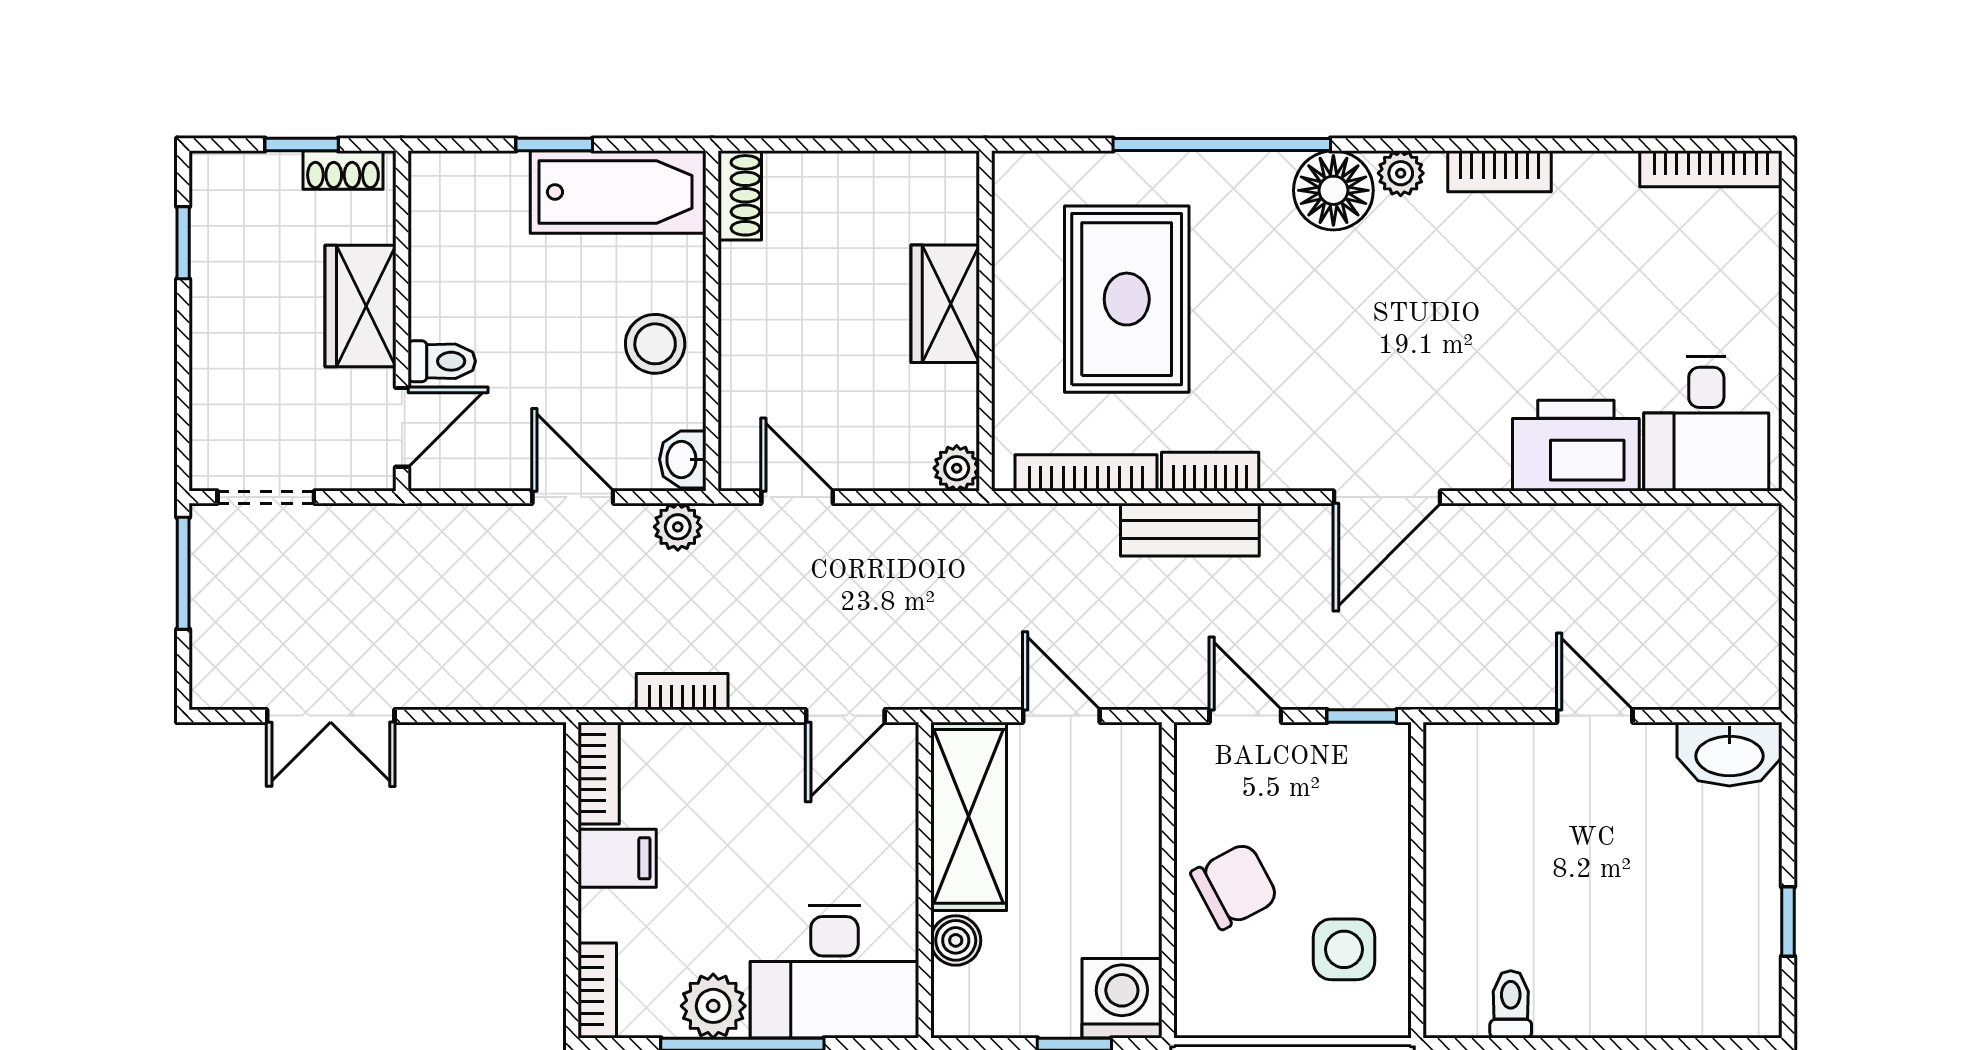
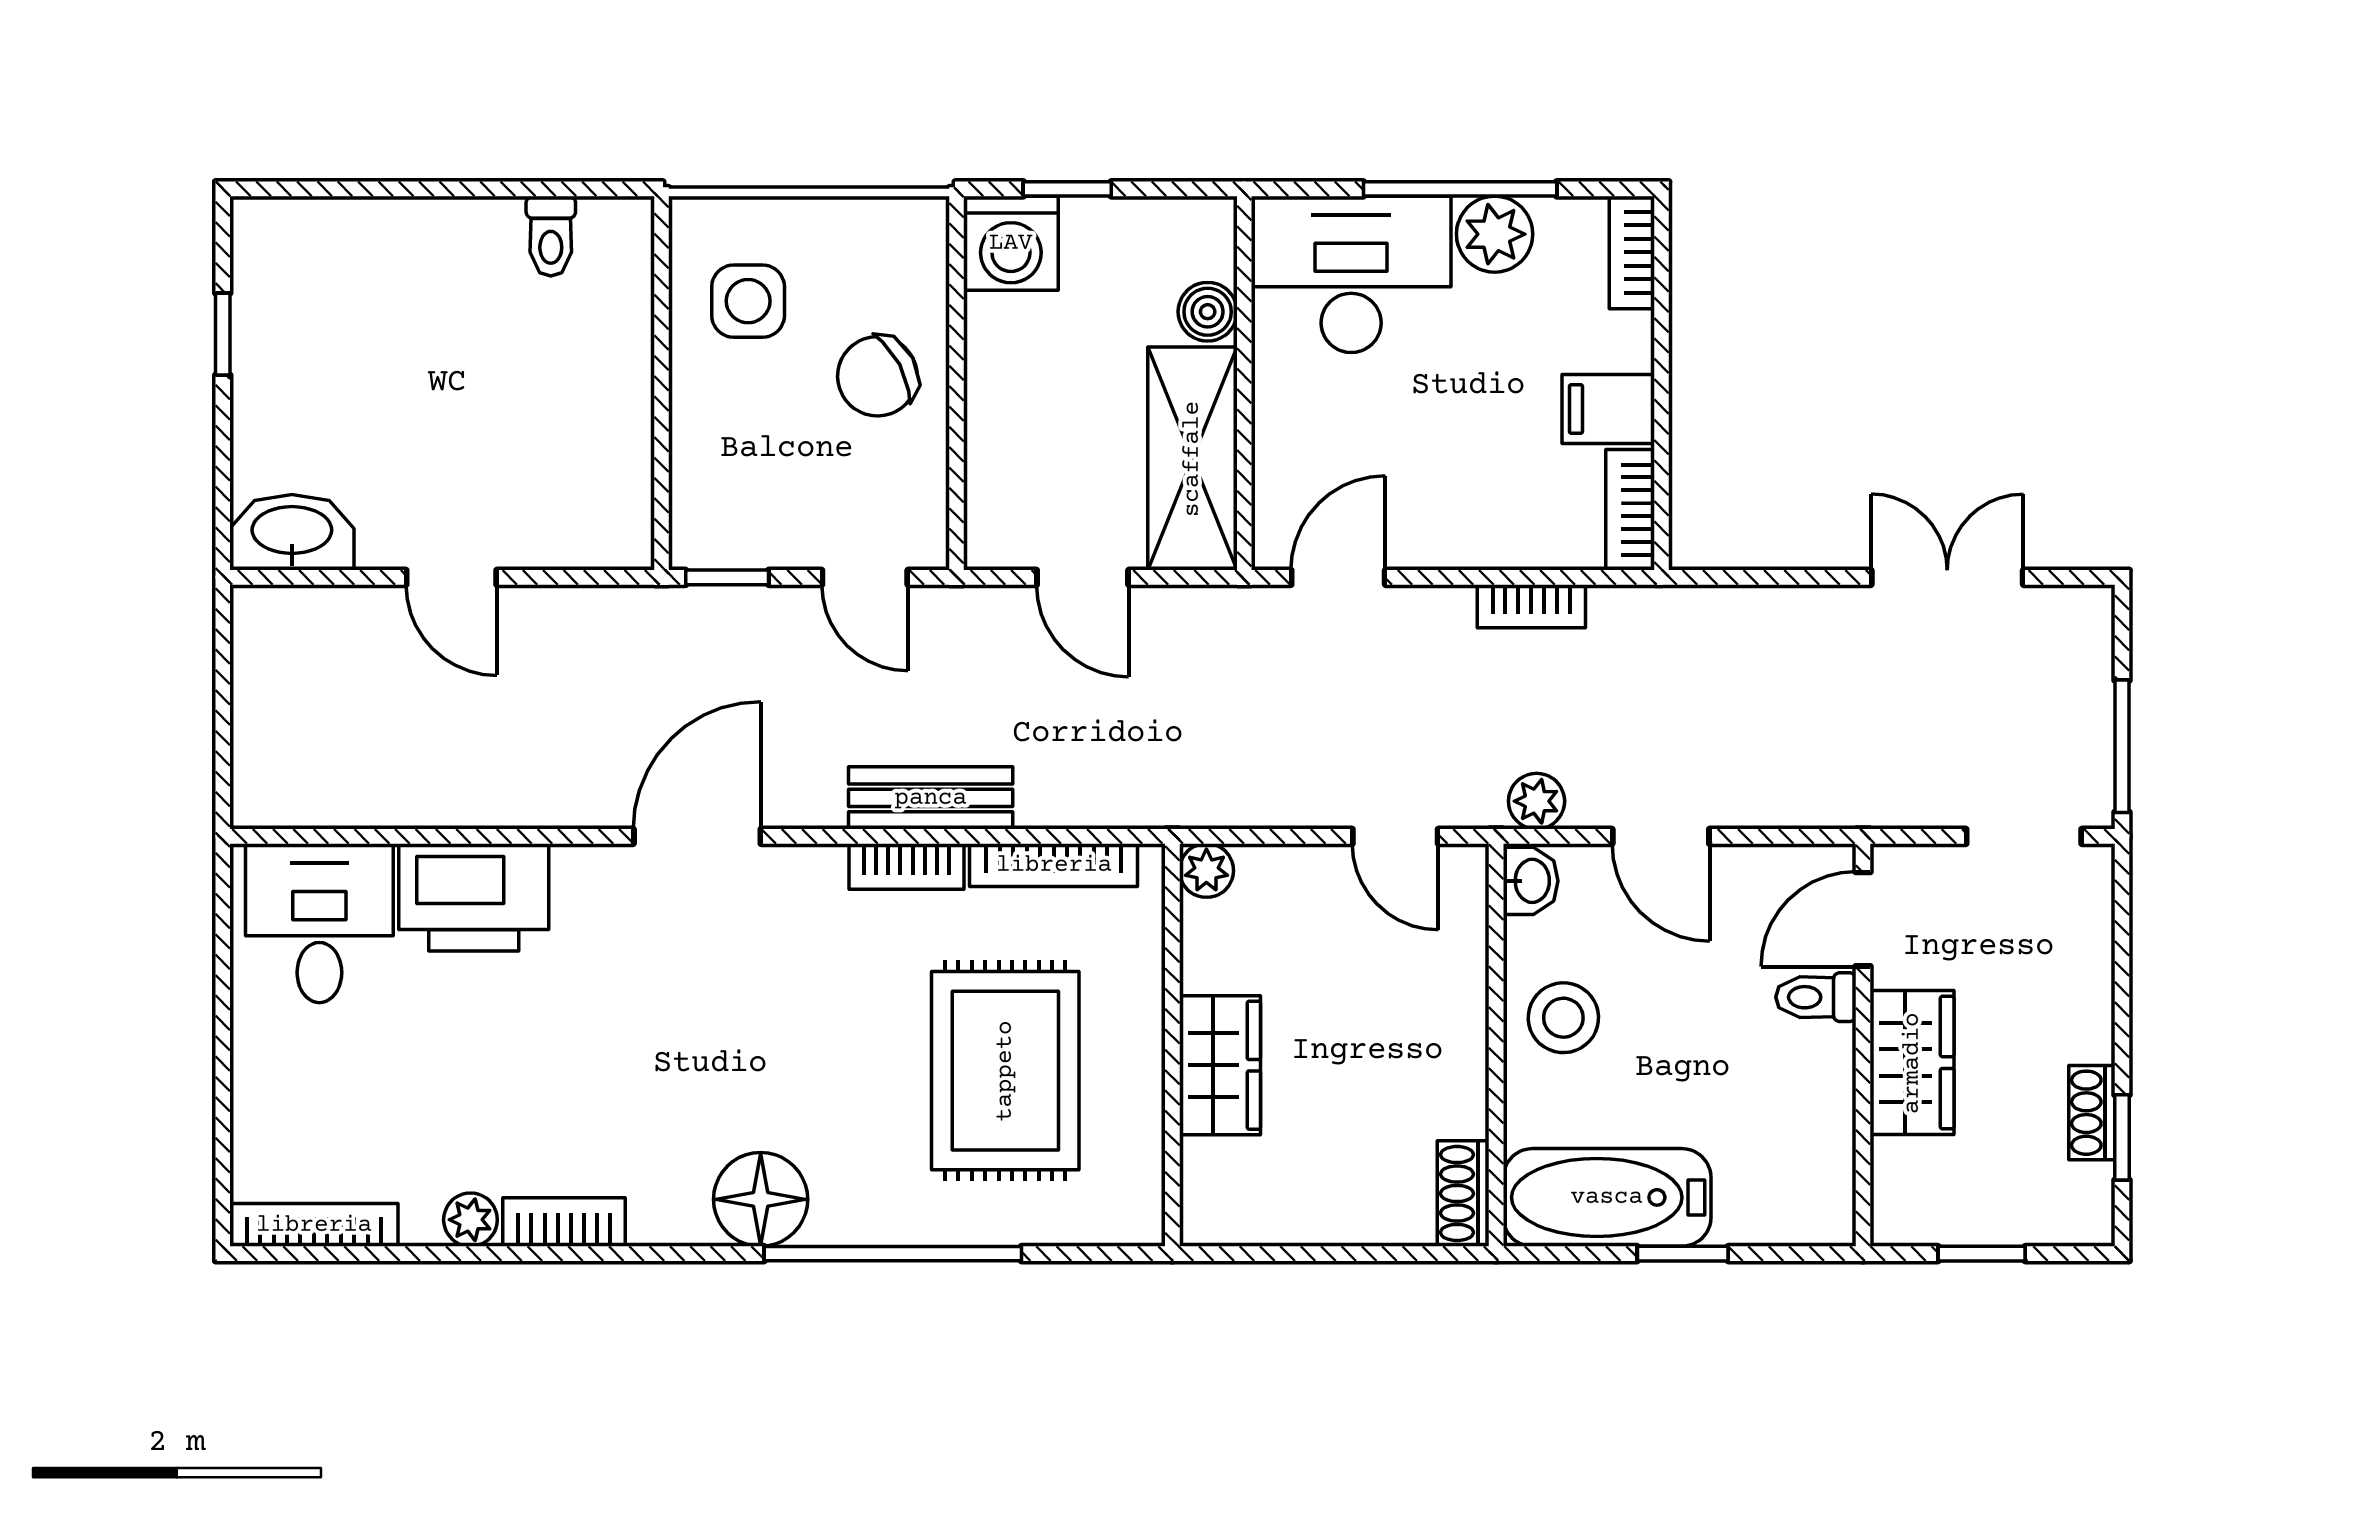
shoe rack: (343, 170) -> (2092, 1113), moved, turned -90
plant: (1401, 173) -> (470, 1220), moved

